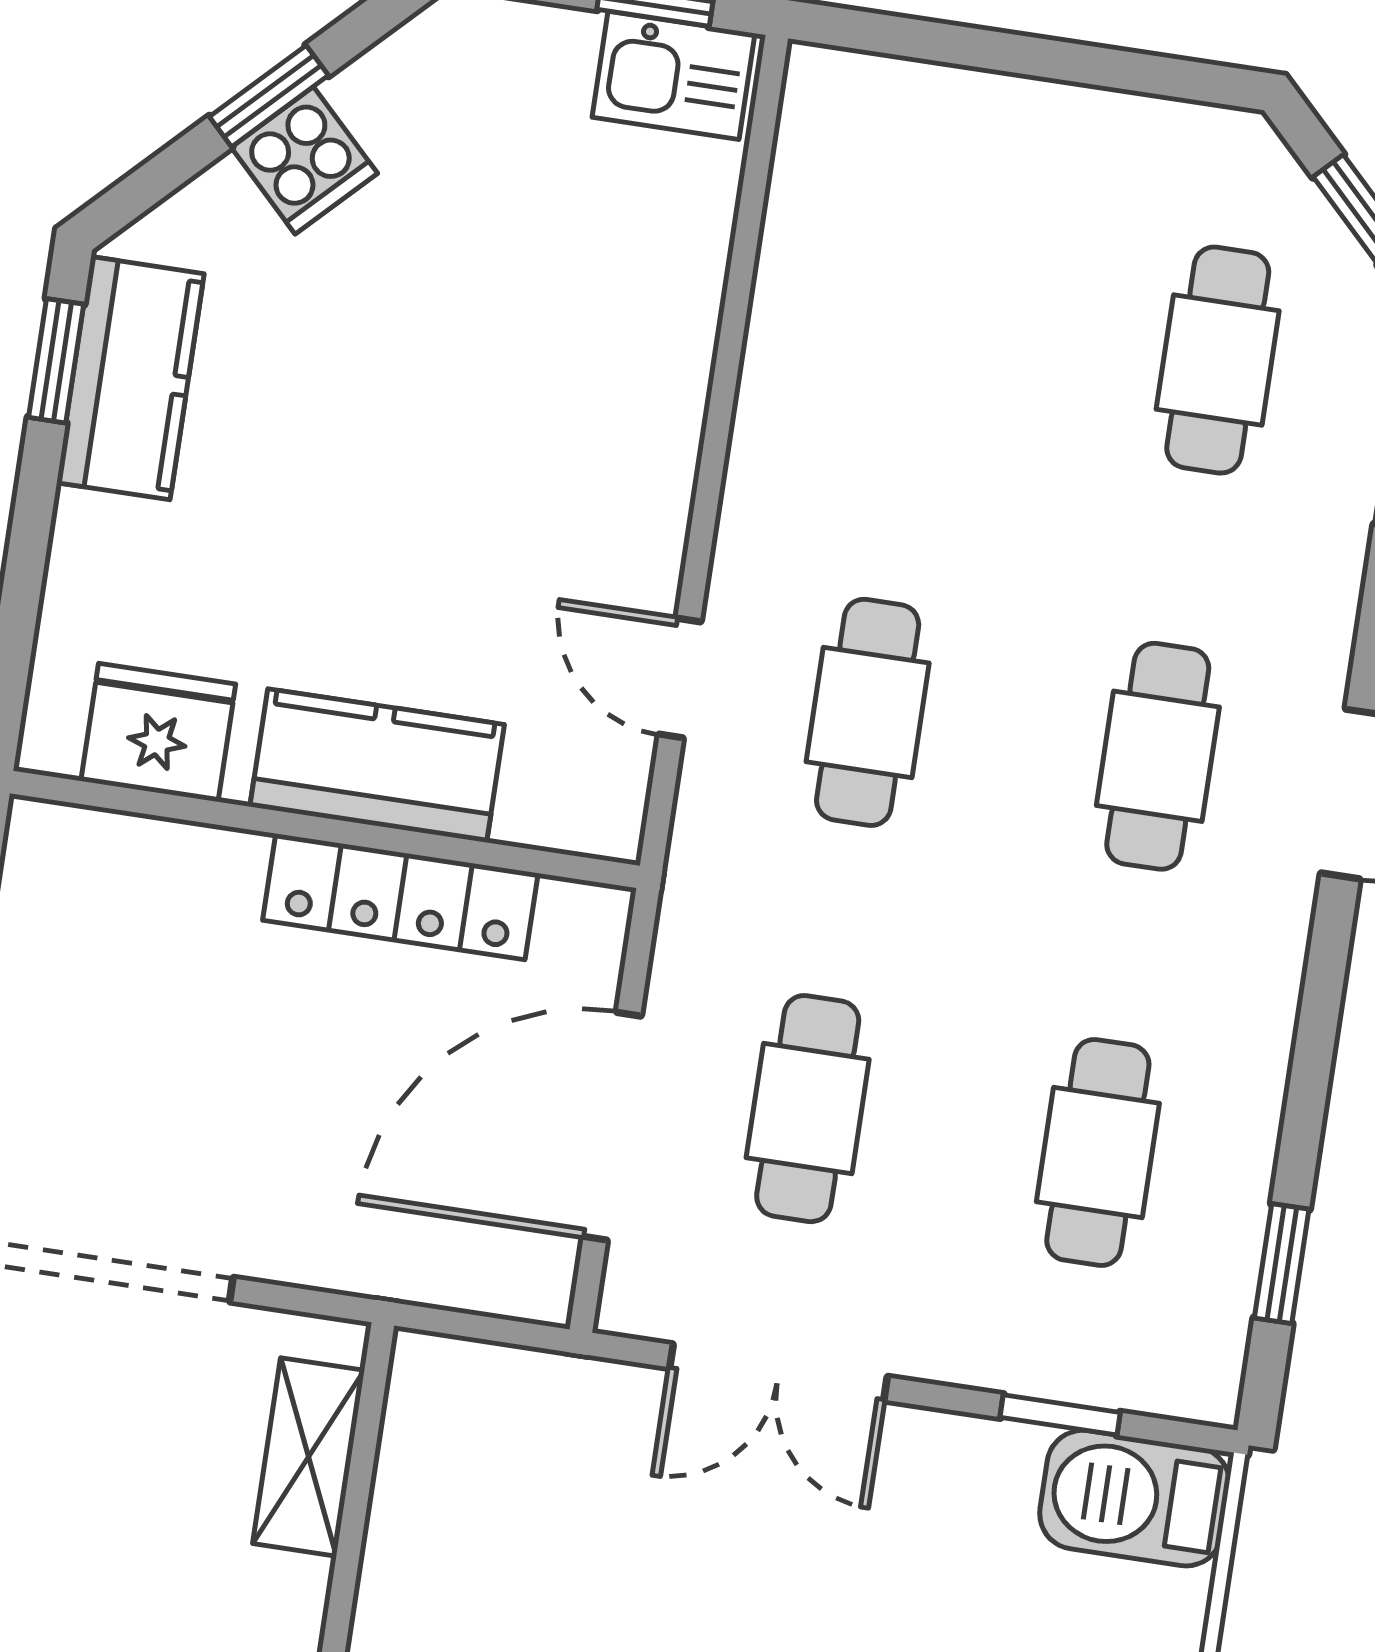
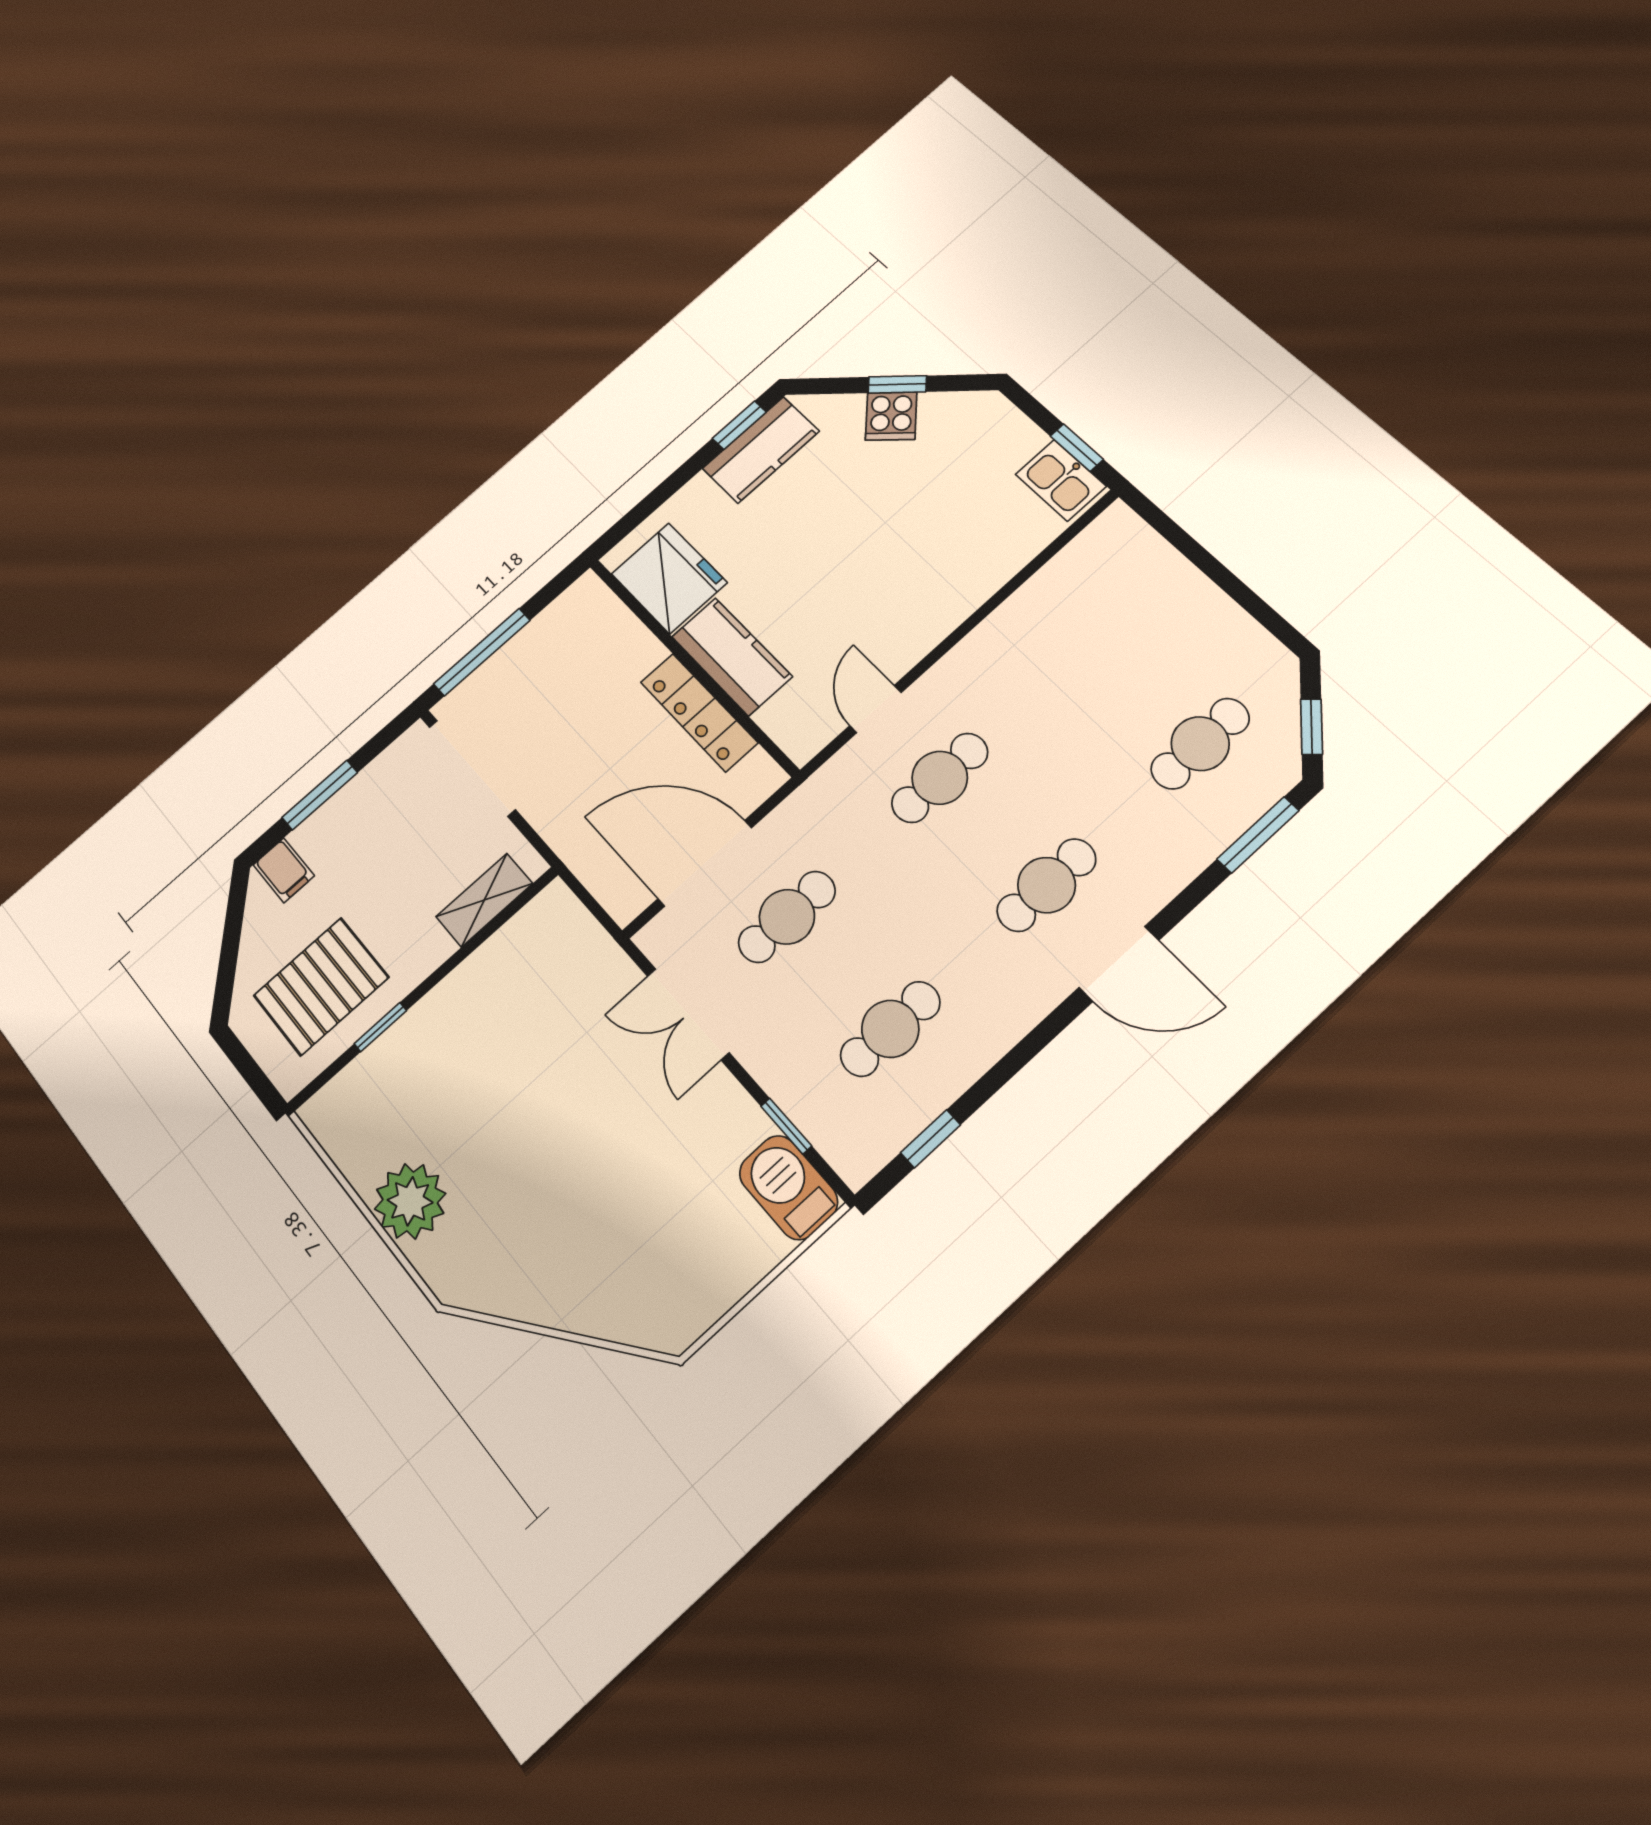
fridge: (158, 733) -> (669, 578), width x1.36, depth x1.34

